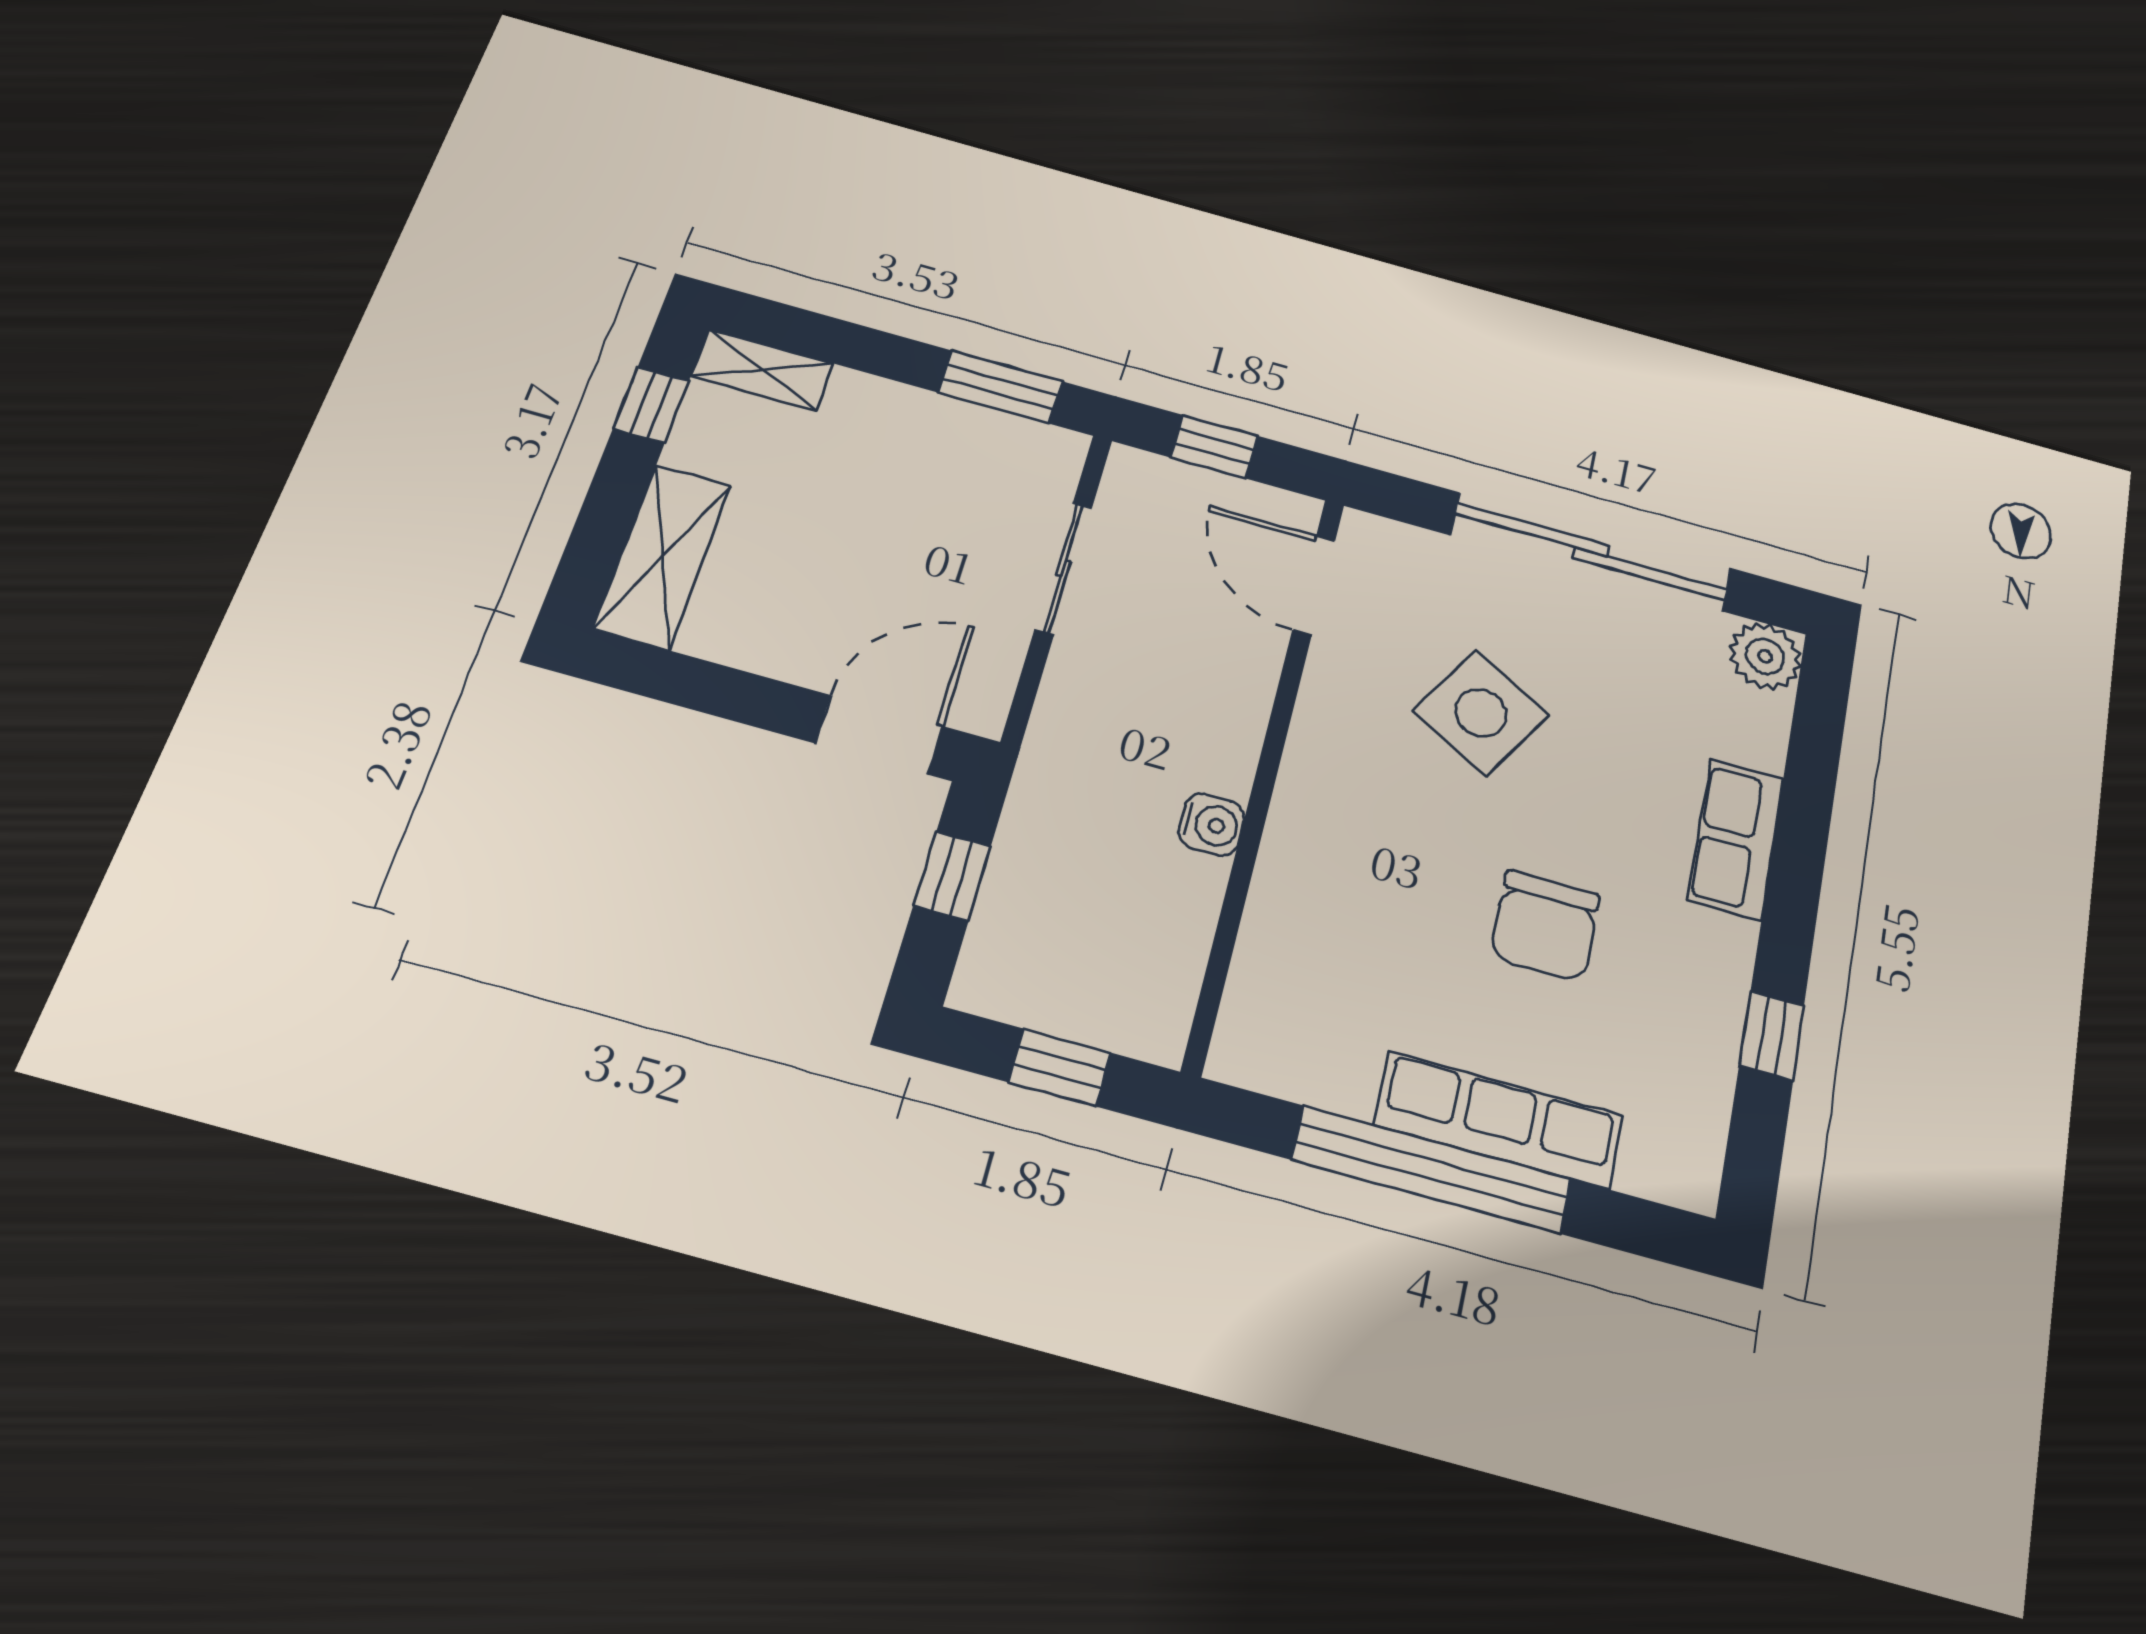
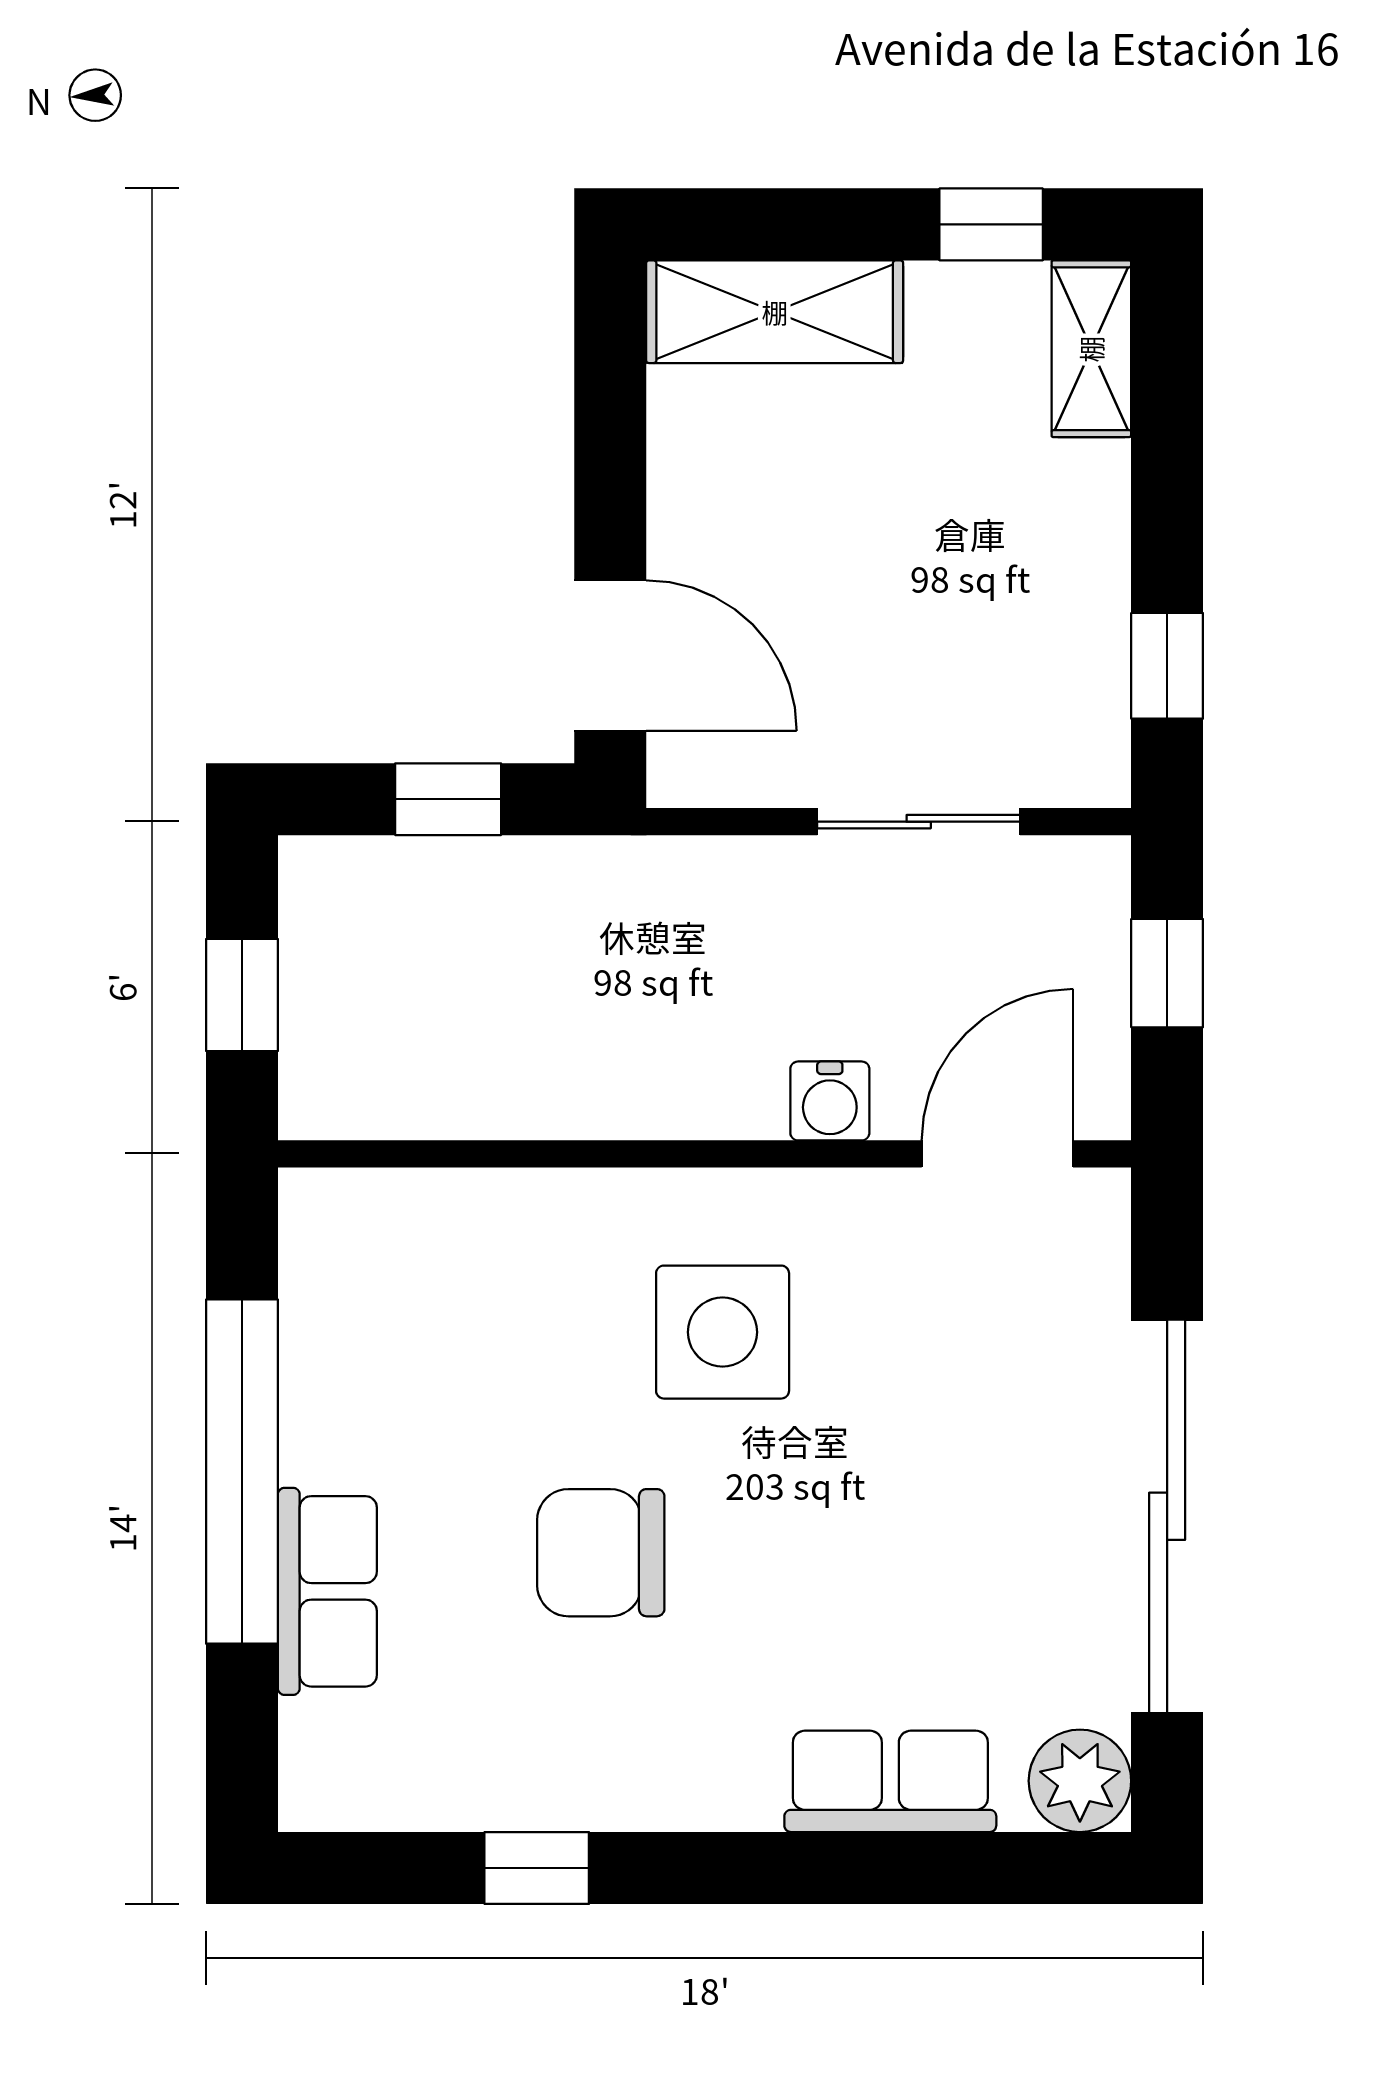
window: (1000, 387) -> (1167, 666), width x0.67
side table: (1481, 713) -> (723, 1332), moved, turned -30
water cooler: (1212, 825) -> (830, 1101), moved
row of seats: (1736, 839) -> (890, 1781), moved
row of seats: (1499, 1120) -> (327, 1591), width x0.68

